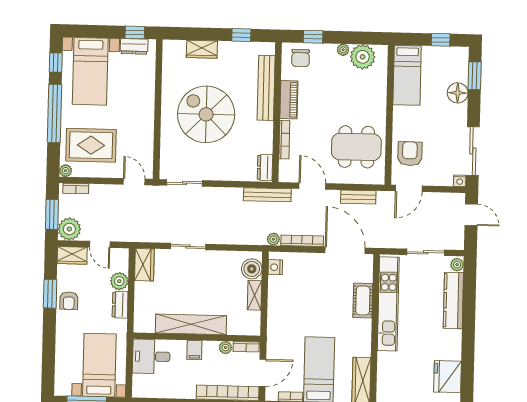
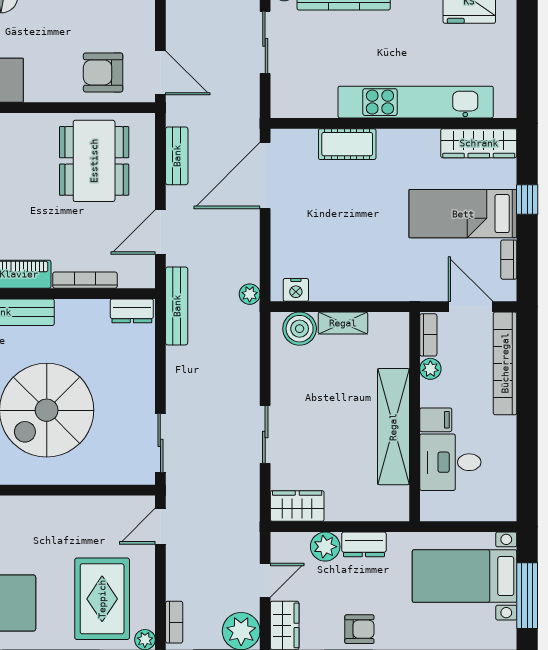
bookcase: (302, 241) -> (251, 247), removed
kitchen unit: (388, 304) -> (416, 102), moved
desk: (151, 356) -> (450, 462), moved, turned 90

